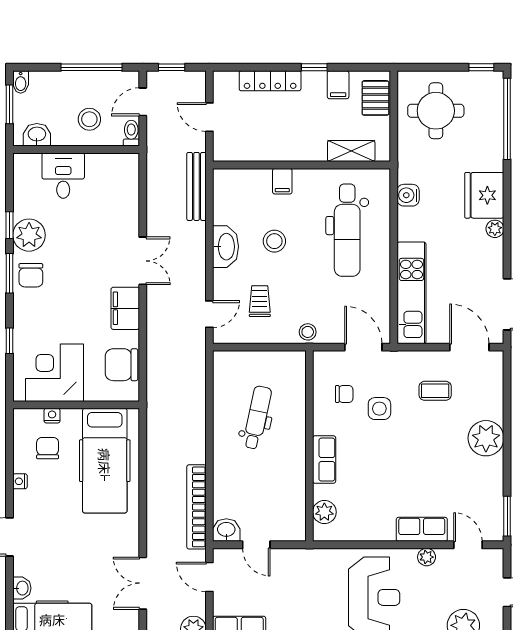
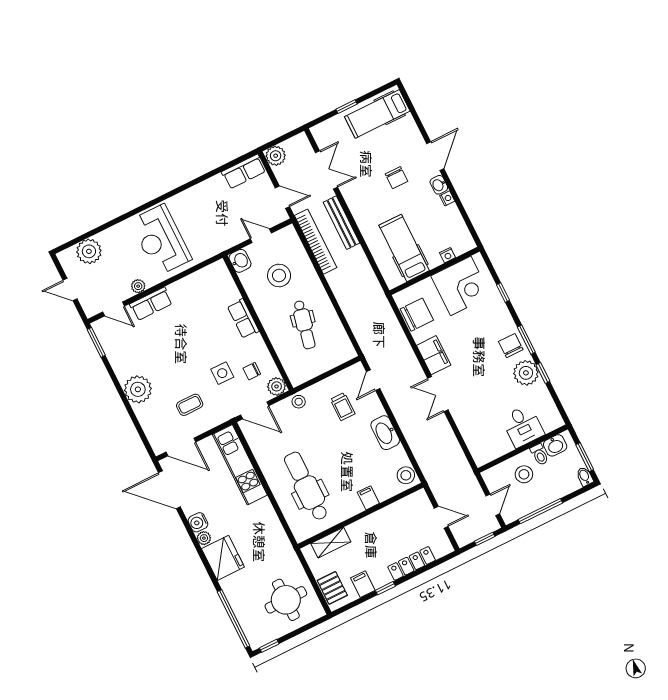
toilet: (131, 133) -> (539, 455), moved
bench: (197, 186) -> (342, 223), moved
water cooler: (408, 195) -> (198, 522), moved, turned 180
stool: (274, 241) -> (406, 475), moved
chair: (48, 448) -> (396, 178), moved
hospital bed: (105, 461) -> (404, 248), width x0.73, depth x0.78
stool: (258, 489) -> (279, 276), added
plant: (324, 512) -> (277, 386), moved
washbasin: (226, 530) -> (240, 261), moved, turned -90
washbasin: (22, 588) -> (439, 185), moved

